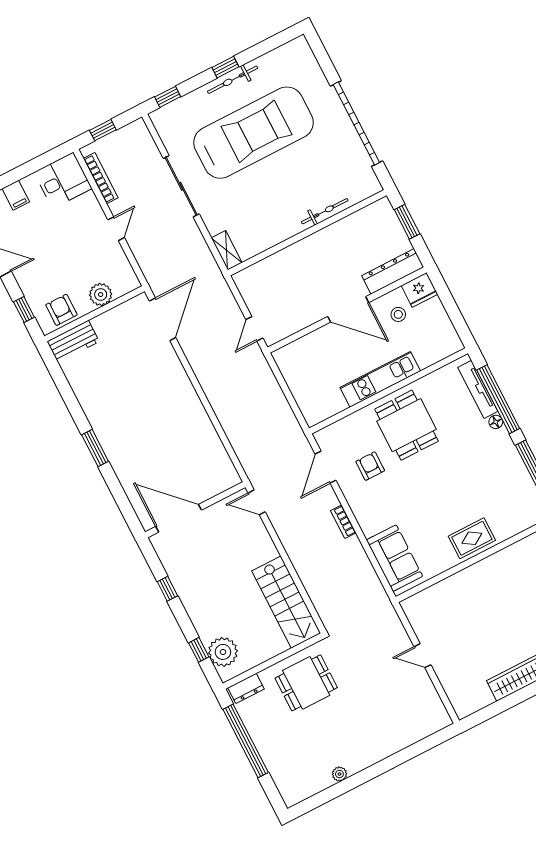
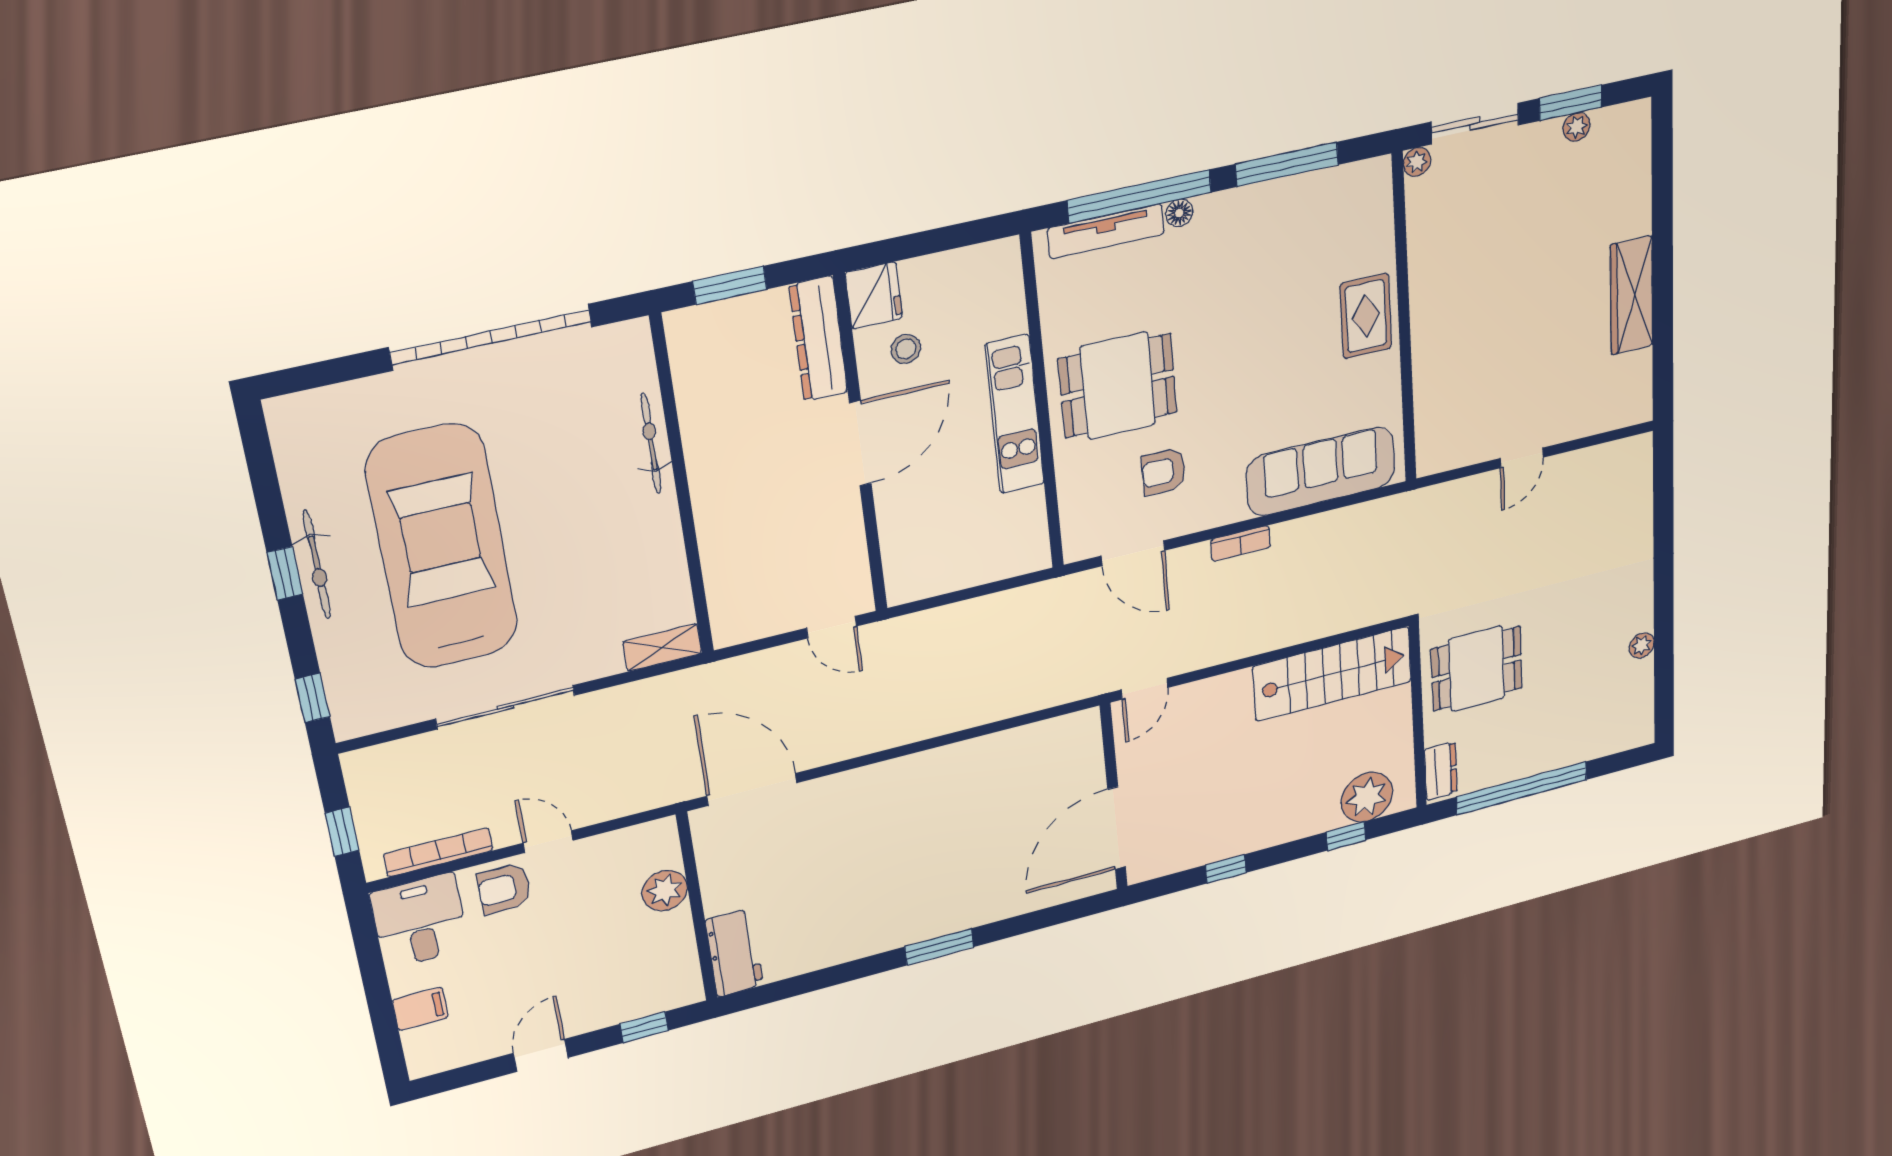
armchair: (61, 310) -> (504, 889), moved
sofa: (394, 558) -> (1321, 471), width x1.36
dining table: (306, 683) -> (1477, 669), turned 90

